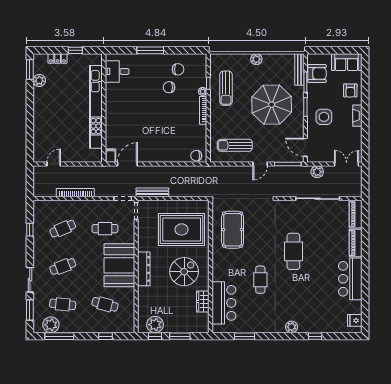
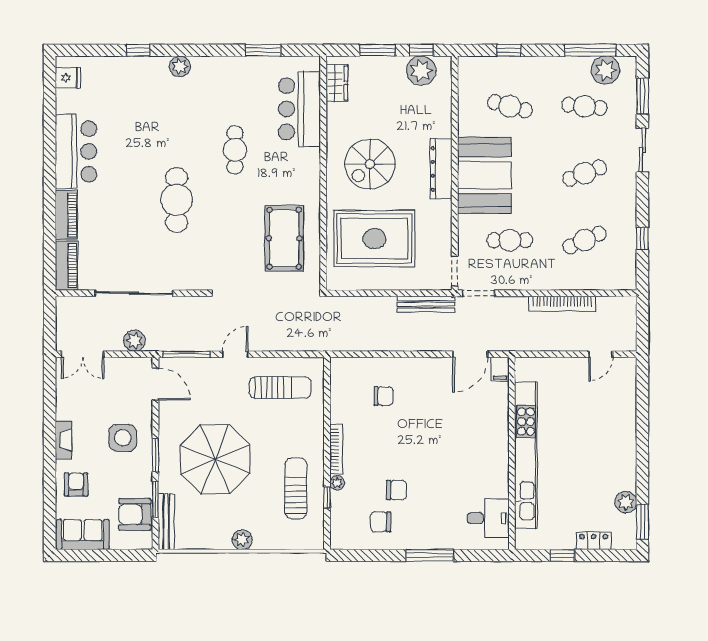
chair: (196, 156) -> (384, 396), moved
wardrobe: (203, 302) -> (337, 83), moved

